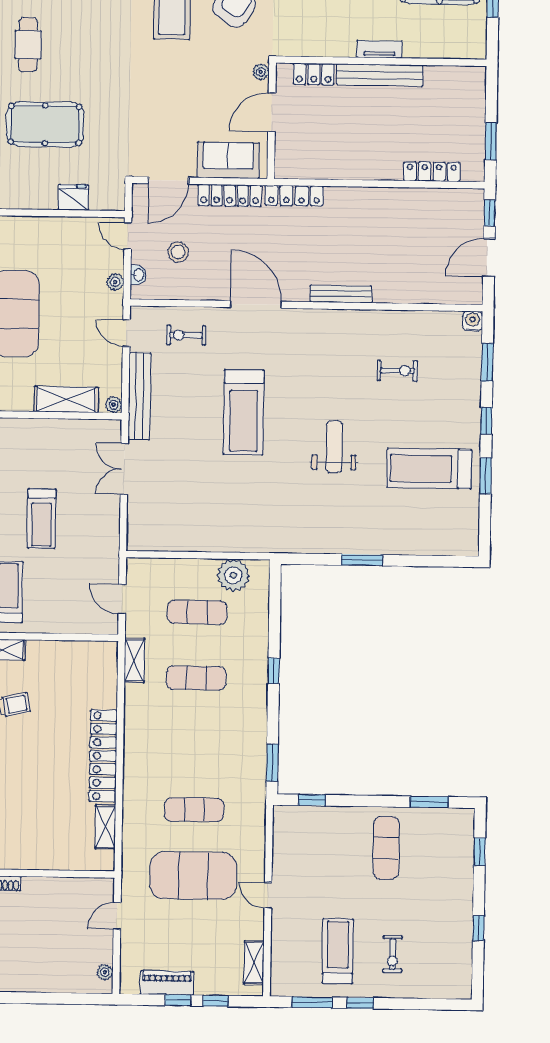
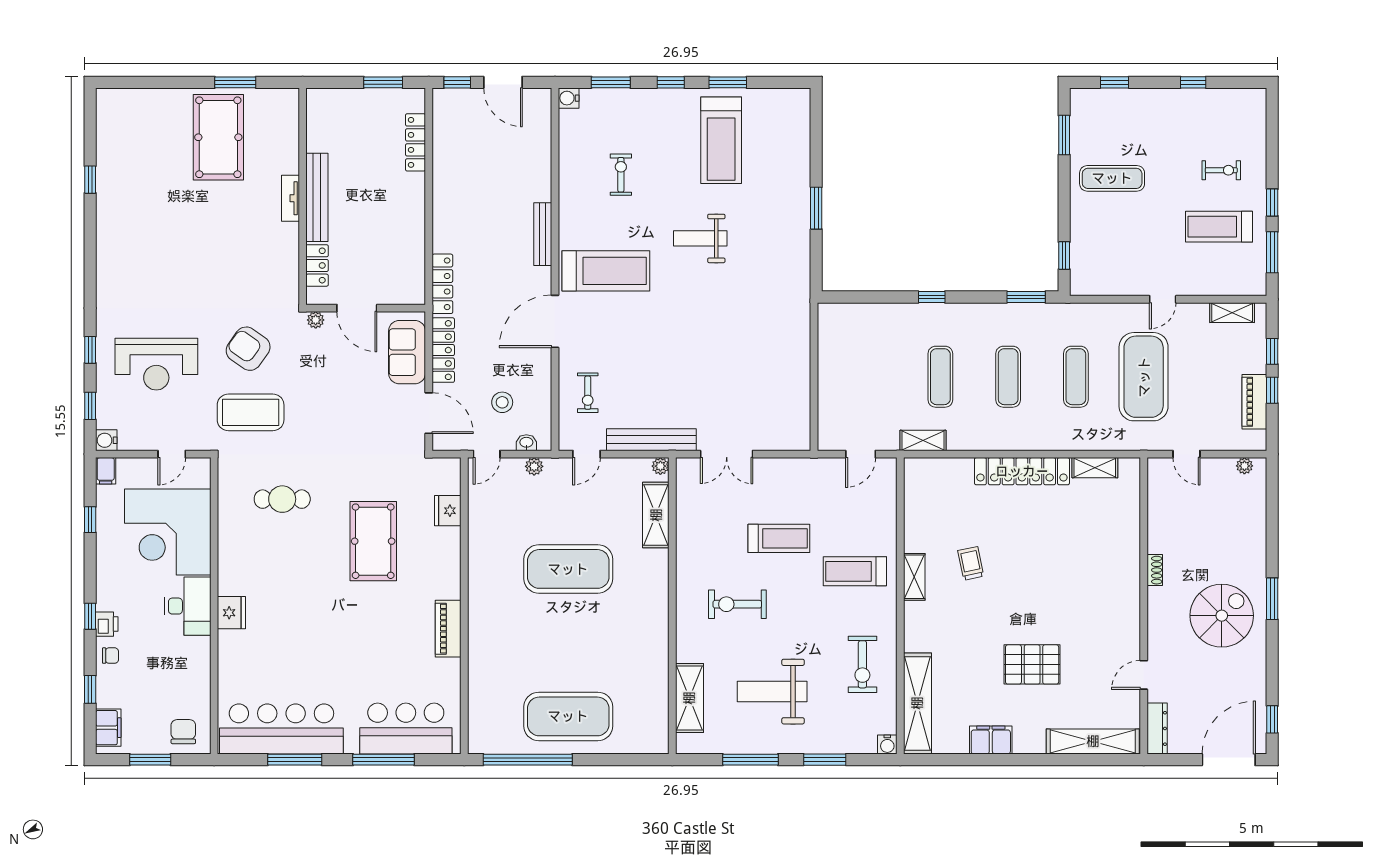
cafe table: (28, 45) -> (282, 499), moved
treadmill: (244, 412) -> (606, 271), moved
plant: (233, 575) -> (834, 340), removed
exercise mat: (197, 612) -> (1008, 377), moved

